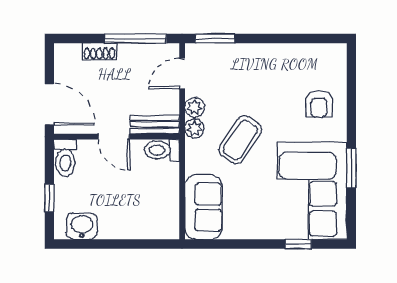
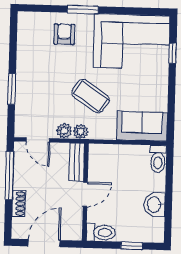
window: (215, 38) -> (12, 89), moved
door: (49, 104) -> (44, 243), moved
armchair: (319, 104) -> (64, 34), turned -90
toilet: (162, 150) -> (158, 159), moved
window: (351, 168) -> (83, 9), moved
washbasin: (82, 226) -> (155, 205), moved

